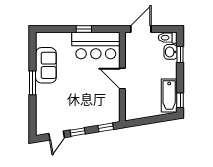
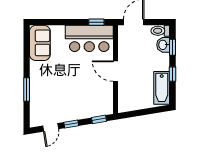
window: (84, 29) -> (96, 22), moved
sofa: (46, 65) -> (40, 43), moved
window: (32, 83) -> (27, 89), moved
window: (180, 100) -> (172, 74), moved

